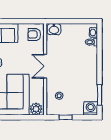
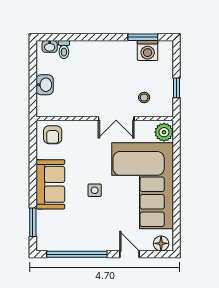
washbasin: (54, 29) -> (45, 85), moved
double door: (45, 66) -> (116, 119), moved
washing machine: (91, 108) -> (148, 51), moved, turned -90

